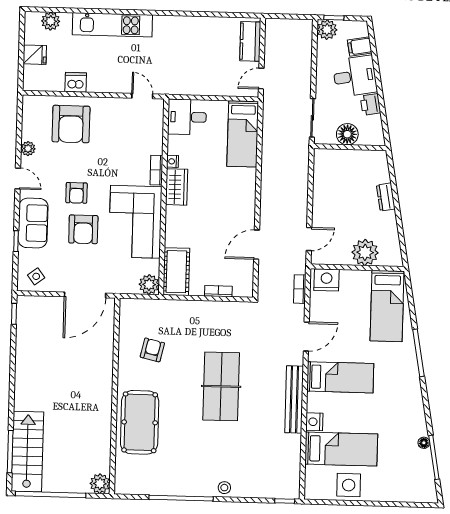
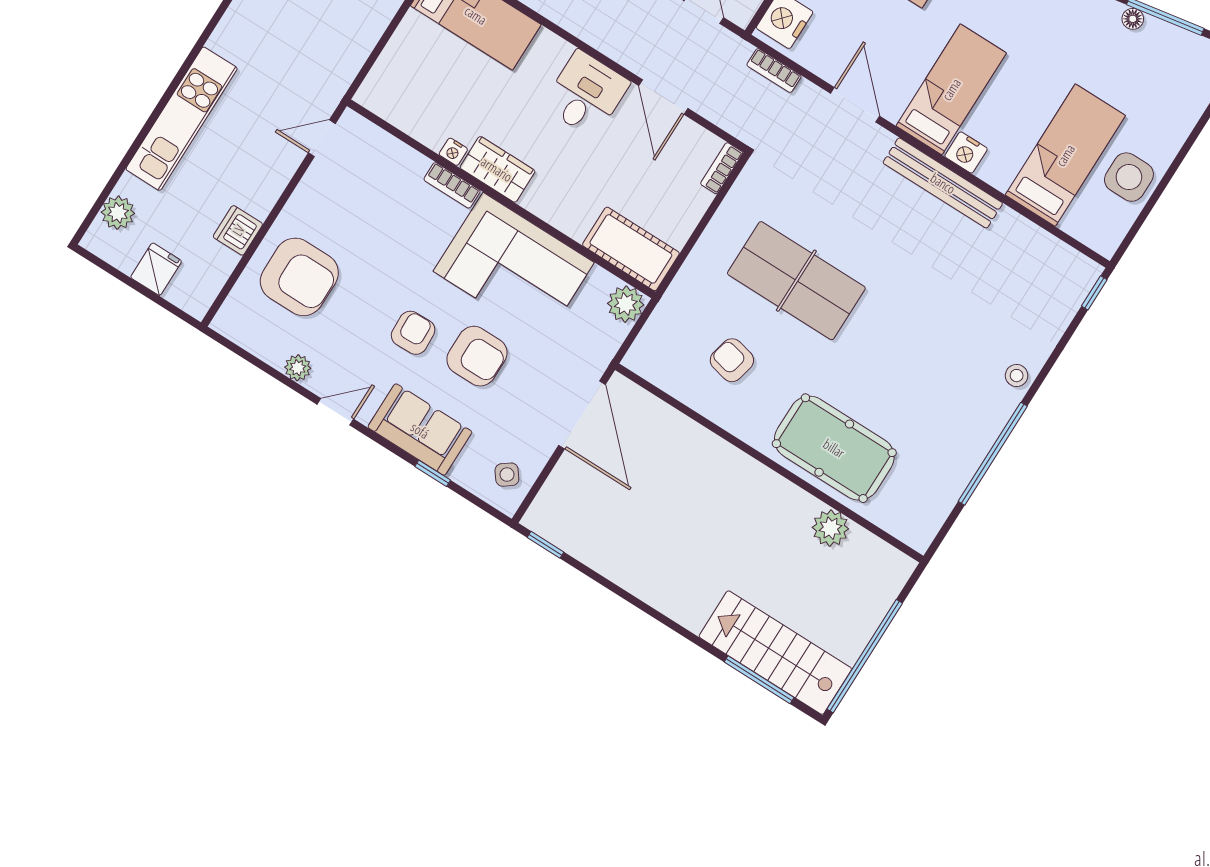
desk: (187, 117) -> (586, 94), moved, turned 180
armchair: (76, 193) -> (413, 333), turned -92
bookcase: (218, 291) -> (722, 168), moved
table tennis table: (221, 386) -> (796, 281), moved
nightstand: (314, 422) -> (966, 152), moved
plant: (100, 484) -> (830, 528), moved

